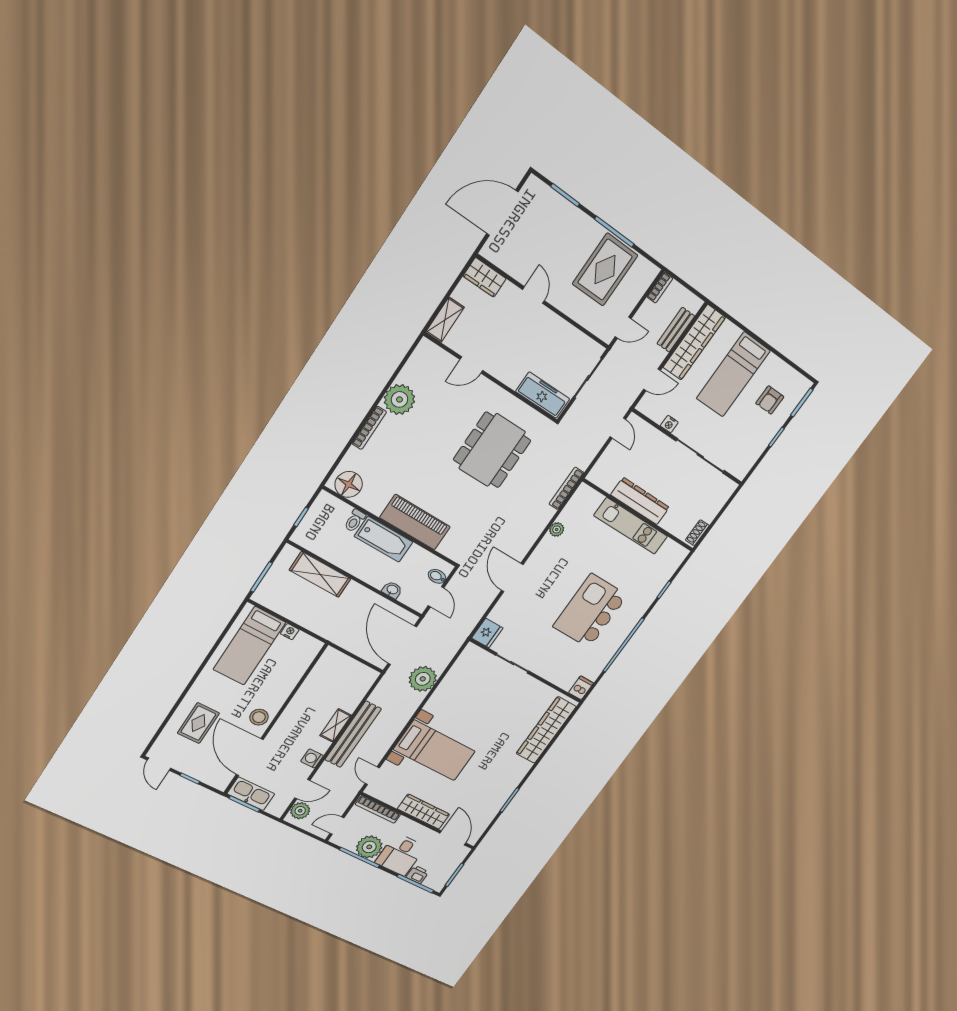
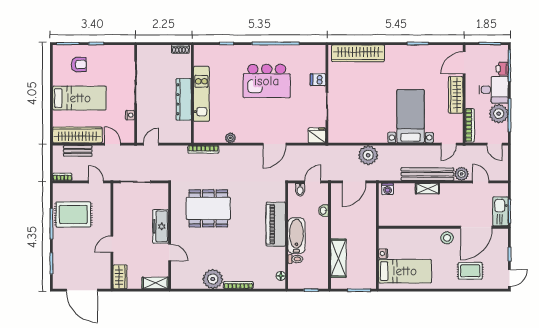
freezer: (543, 395) -> (161, 226), moved
floor lamp: (349, 484) -> (281, 276), width x0.53, depth x0.53
door: (402, 645) -> (354, 182), width x0.73
dishwasher: (581, 688) -> (318, 80), moved
washing machine: (312, 758) -> (388, 189), moved
plant: (300, 811) -> (461, 174), moved

